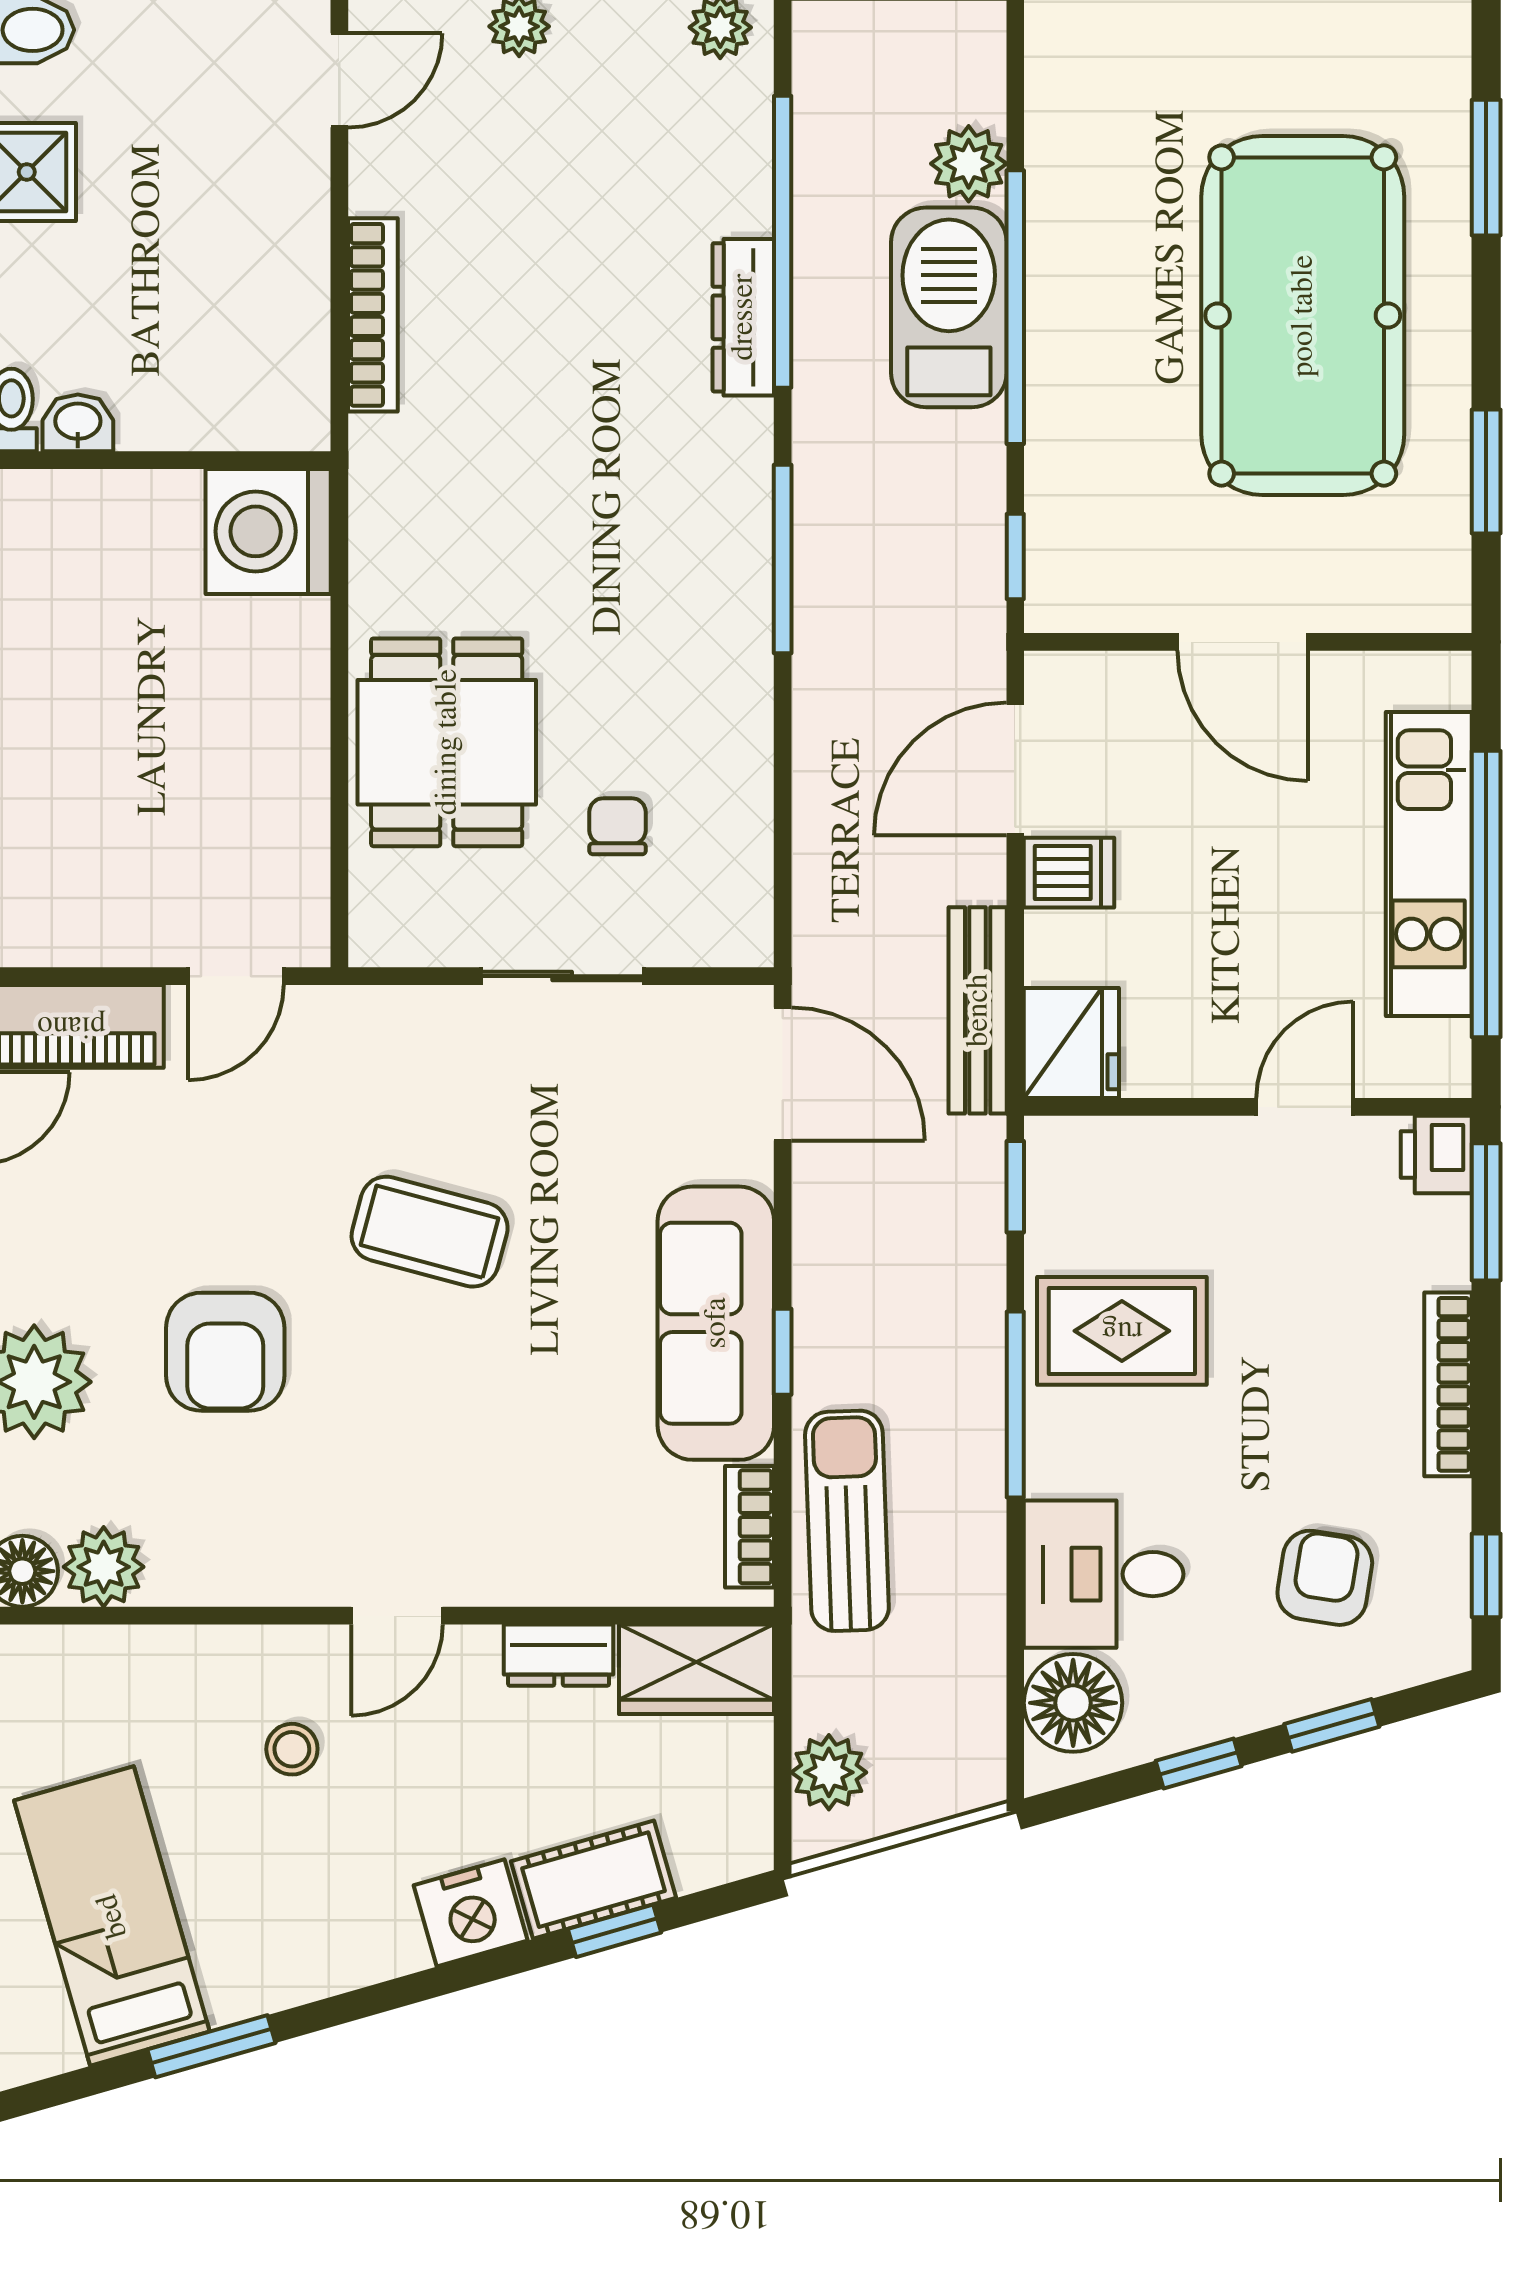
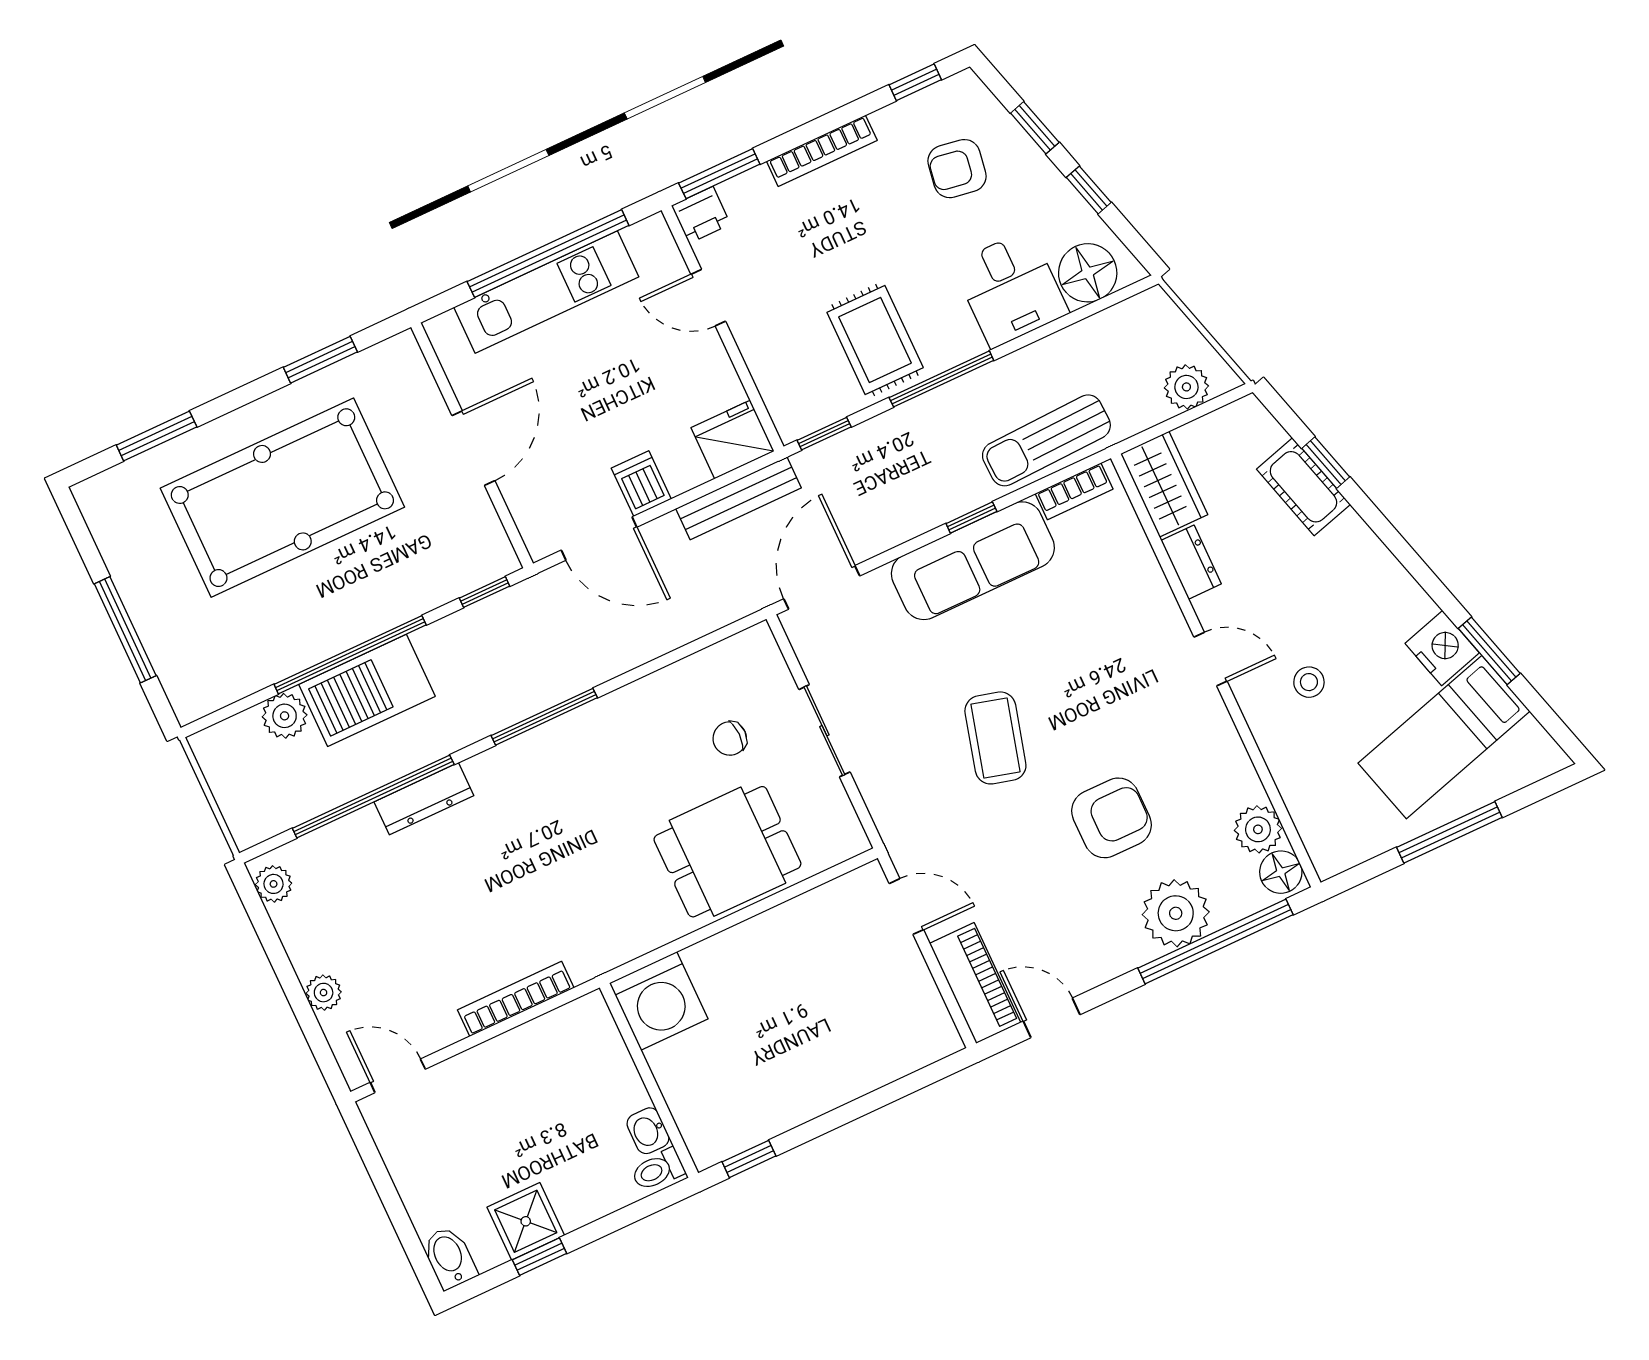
nightstand: (471, 1913) -> (1442, 648), moved

